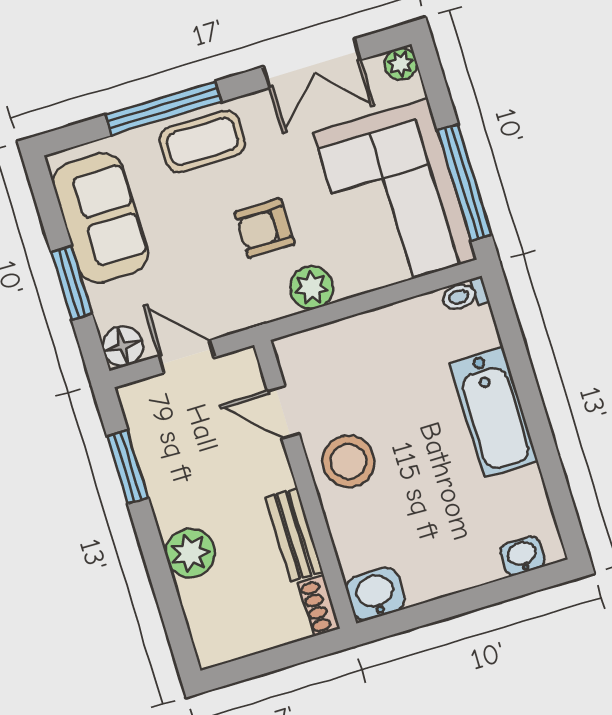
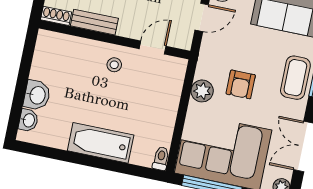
armchair: (265, 228) -> (241, 84), turned 180
stool: (348, 461) -> (114, 65), width x0.53, depth x0.53
washbasin: (376, 594) -> (37, 95), moved

